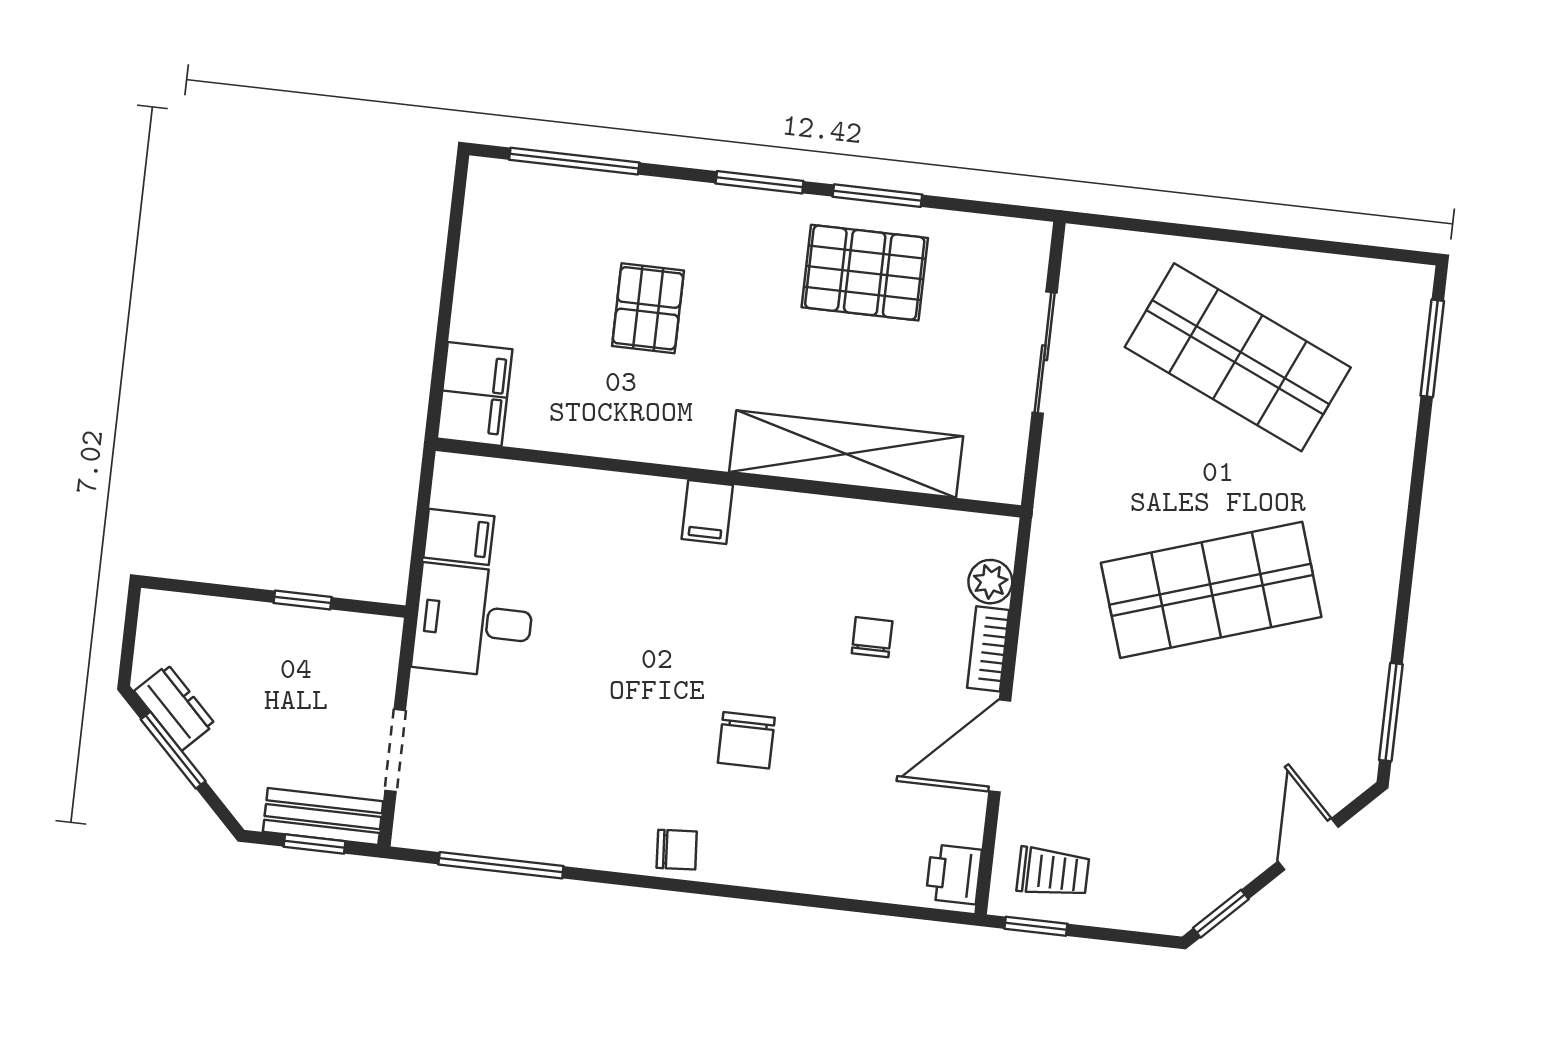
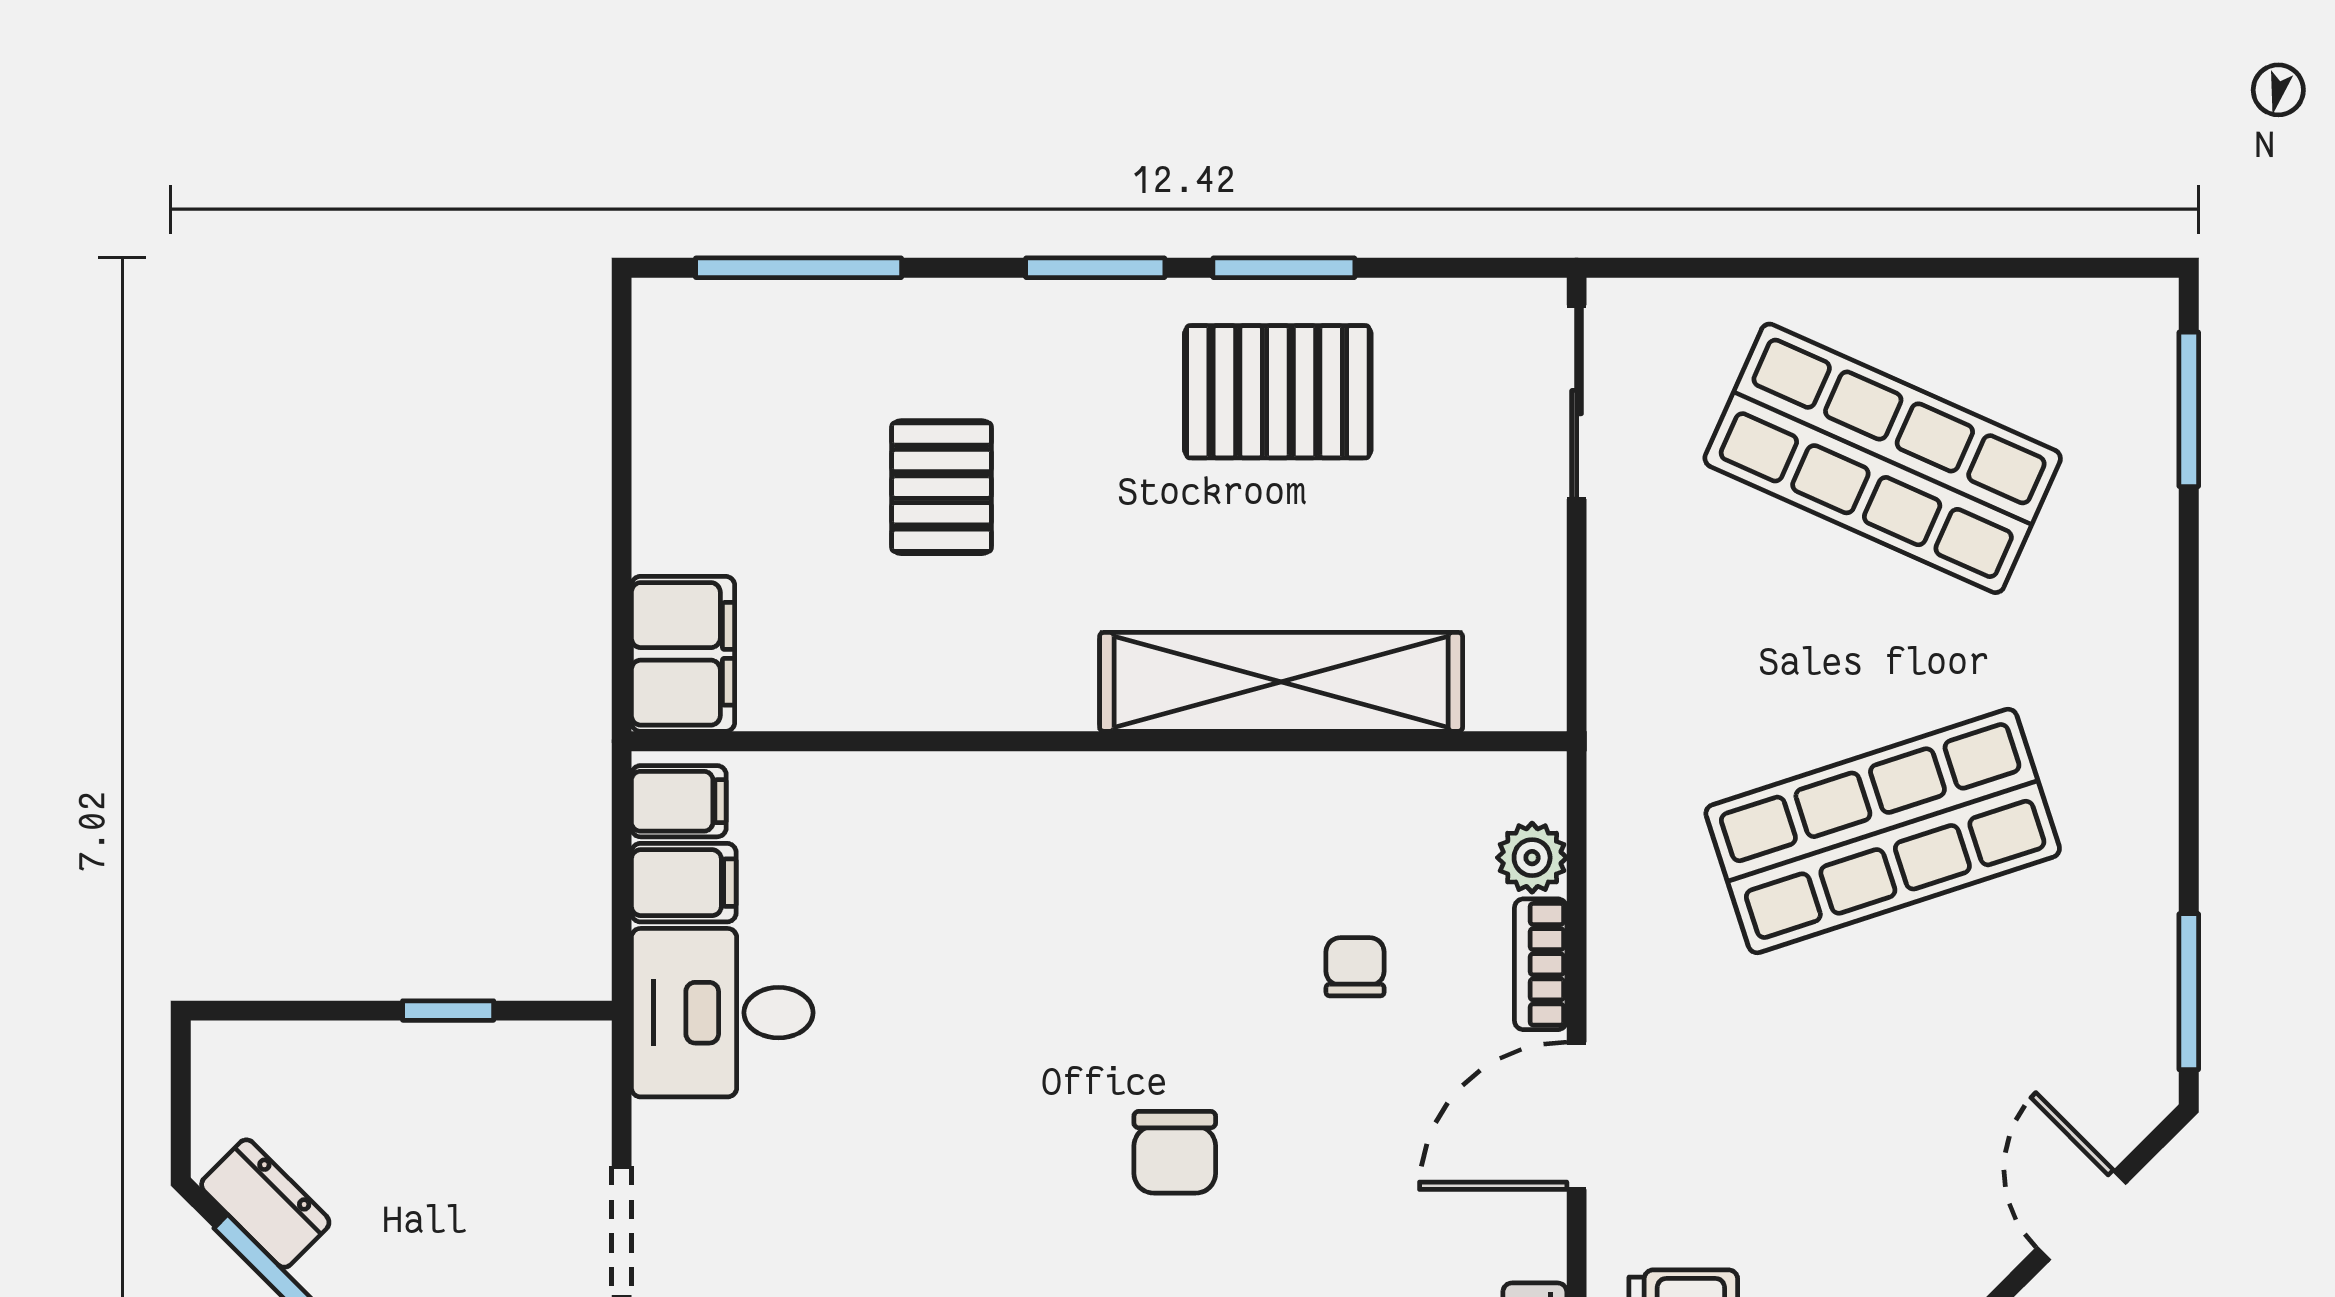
sliding door: (1045, 353) -> (1577, 402), moved
filing cabinet: (707, 512) -> (679, 801), moved, turned -90

